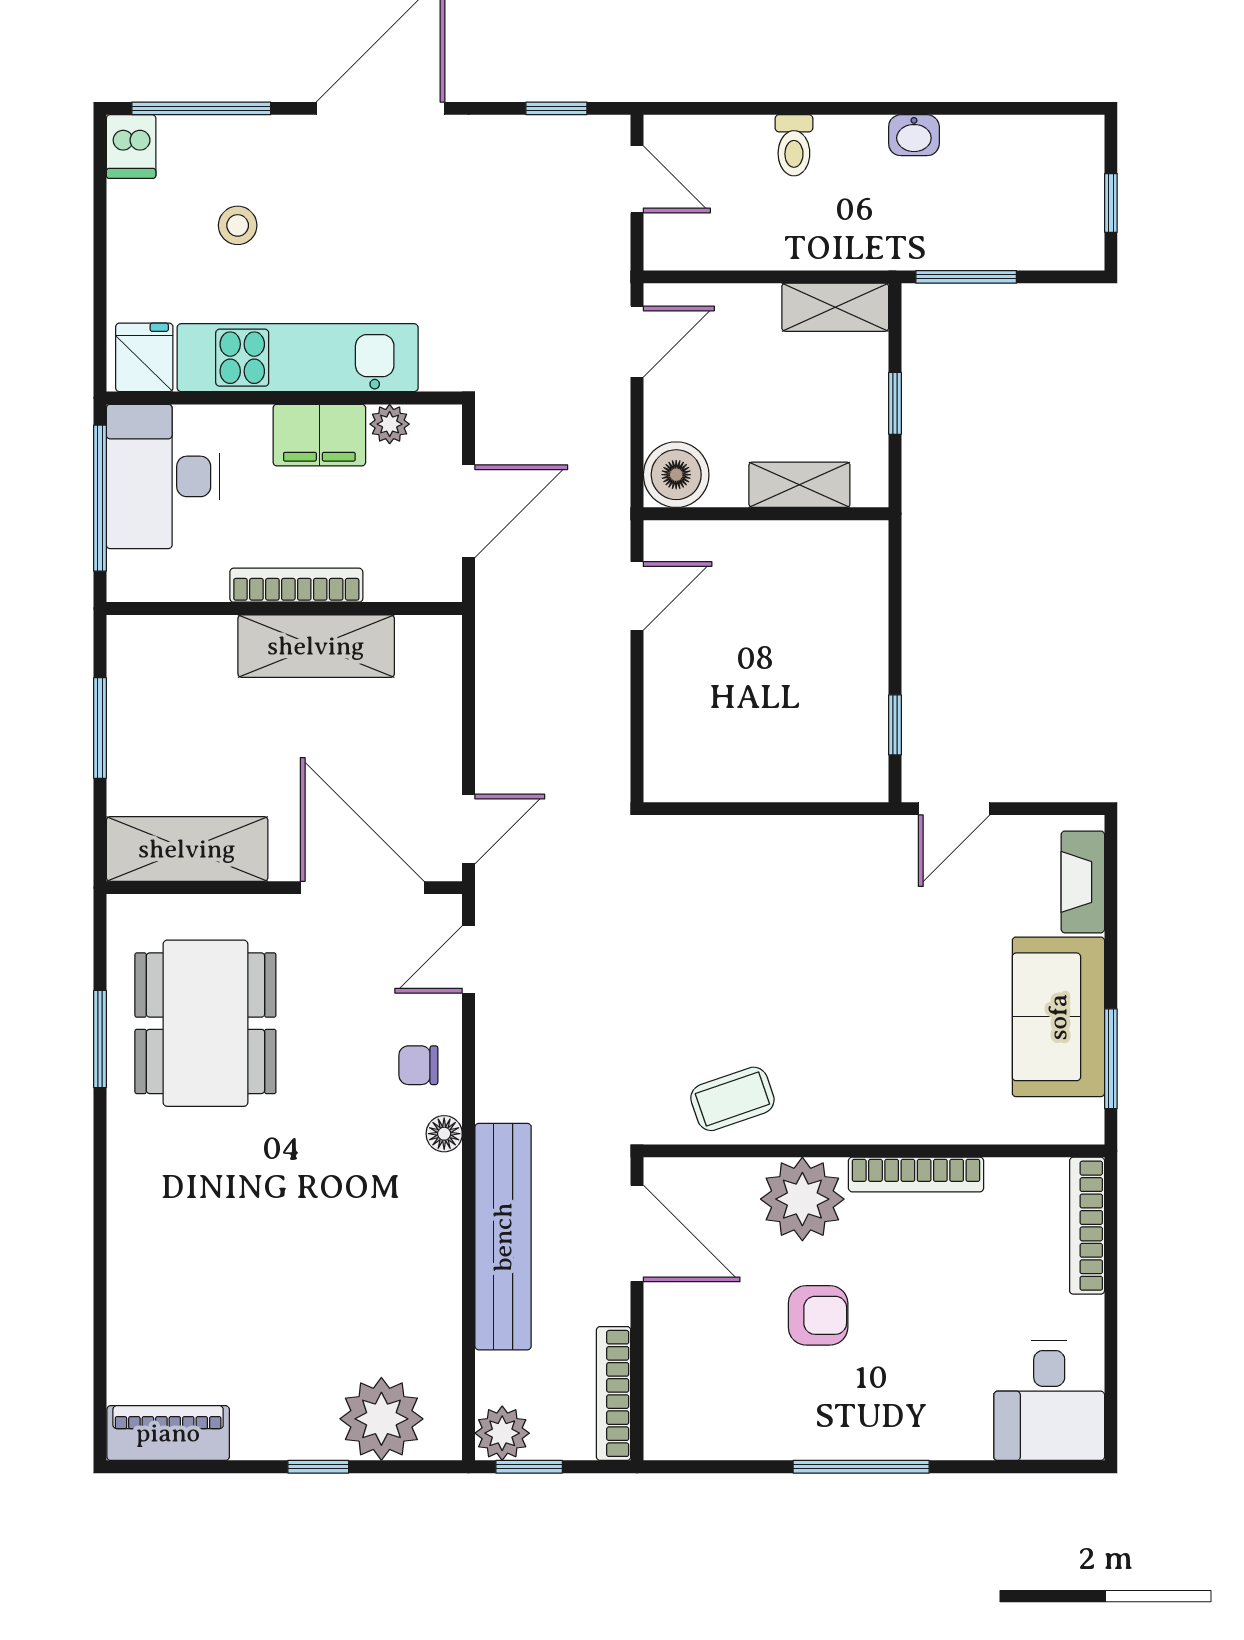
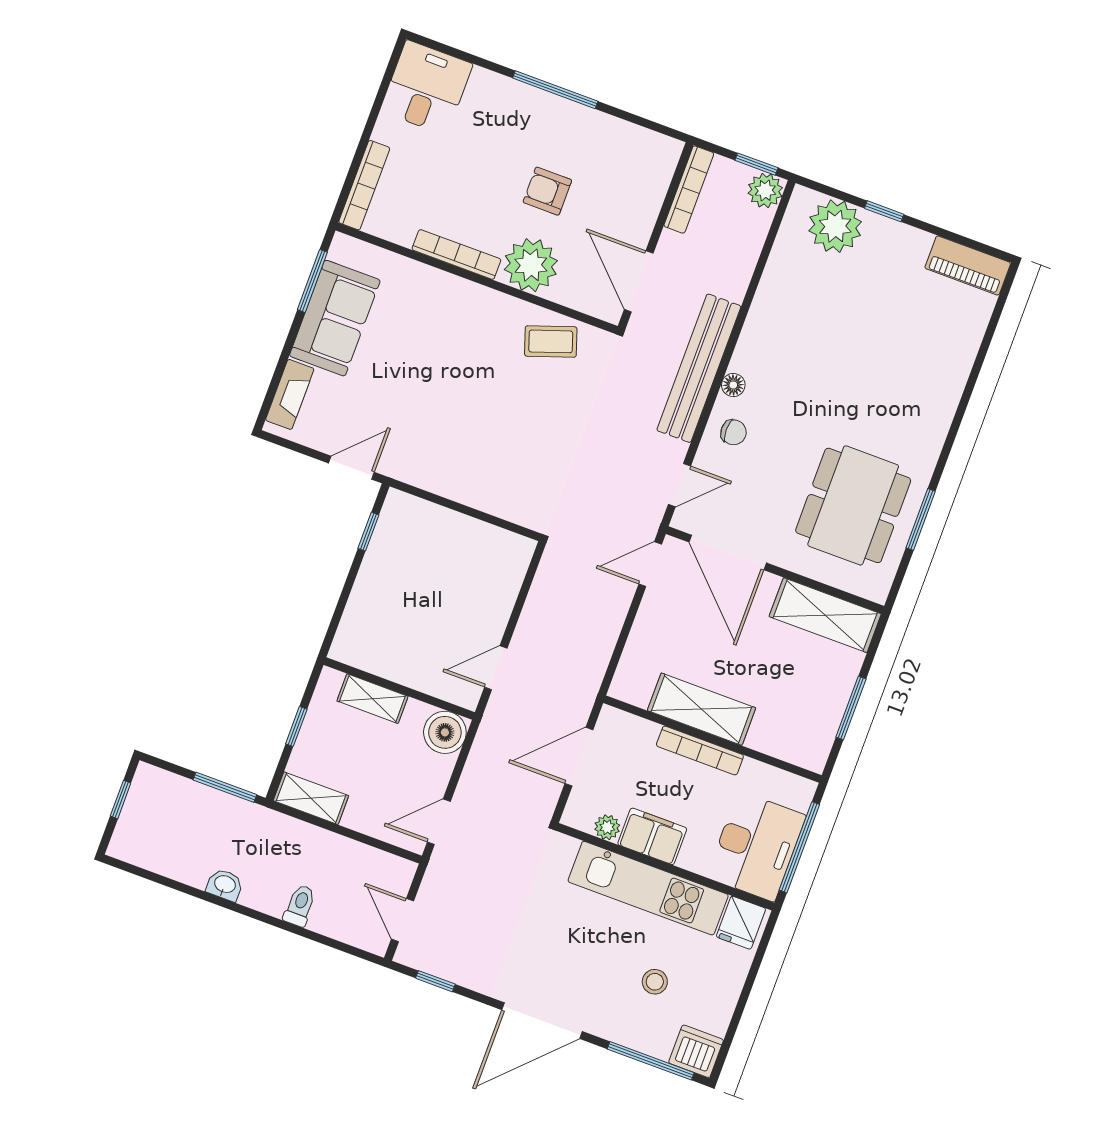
dishwasher: (131, 147) -> (696, 1051), width x1.38
bench: (503, 1237) -> (699, 368), moved

